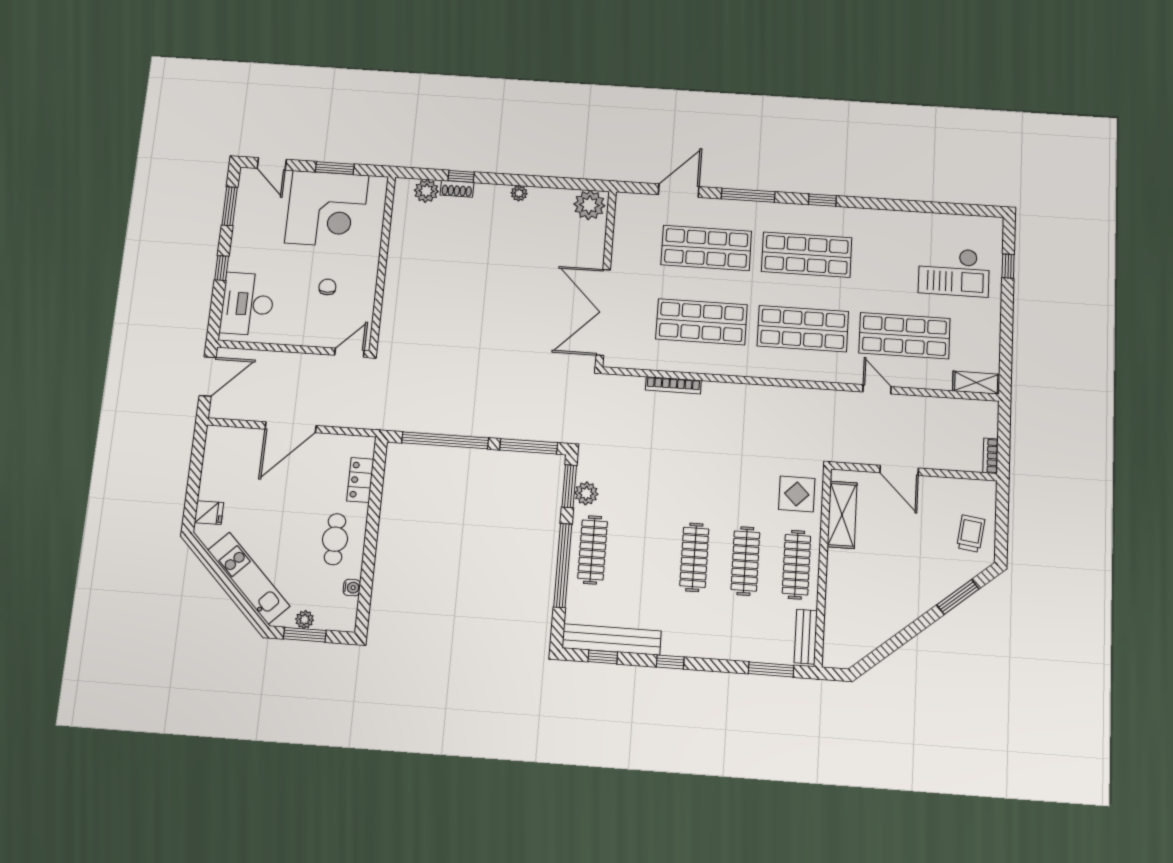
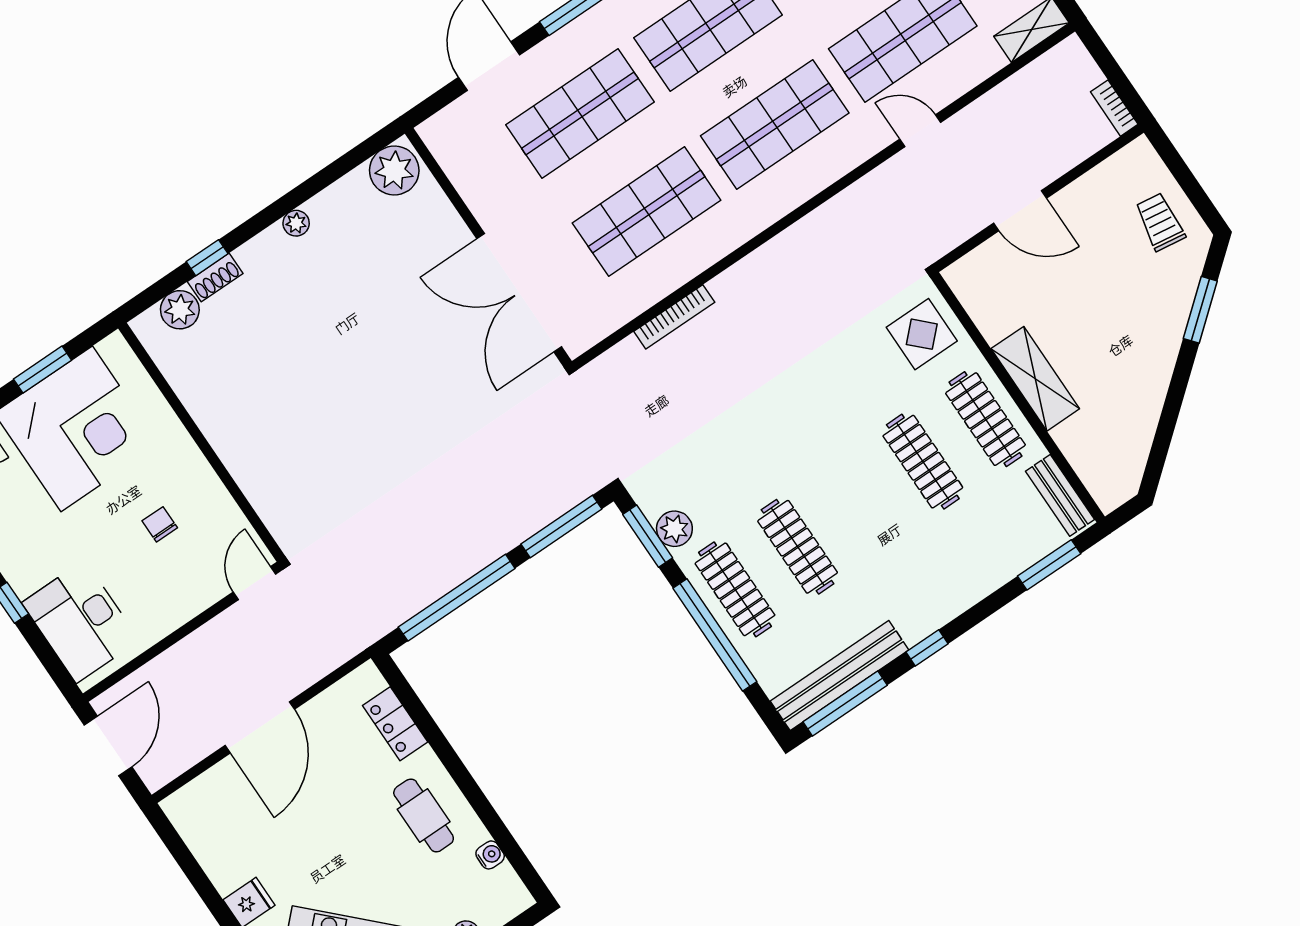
shelving: (842, 515) -> (1035, 379), moved
clothes rail: (694, 557) -> (798, 547), moved
window: (603, 657) -> (845, 704), width x2.17

